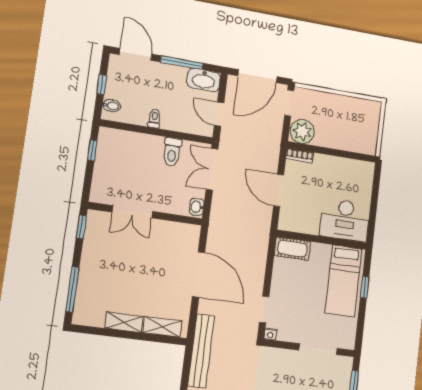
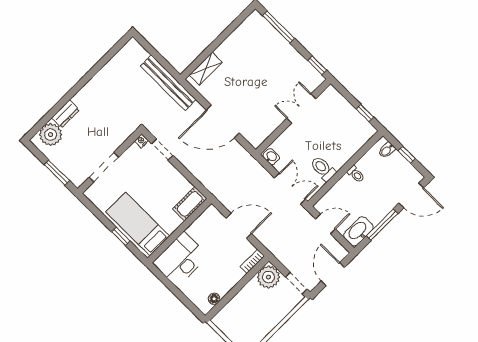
door: (258, 76) -> (333, 274), width x0.73
floor lamp: (356, 166) -> (214, 299), added
shelving: (124, 322) -> (229, 45), removed

